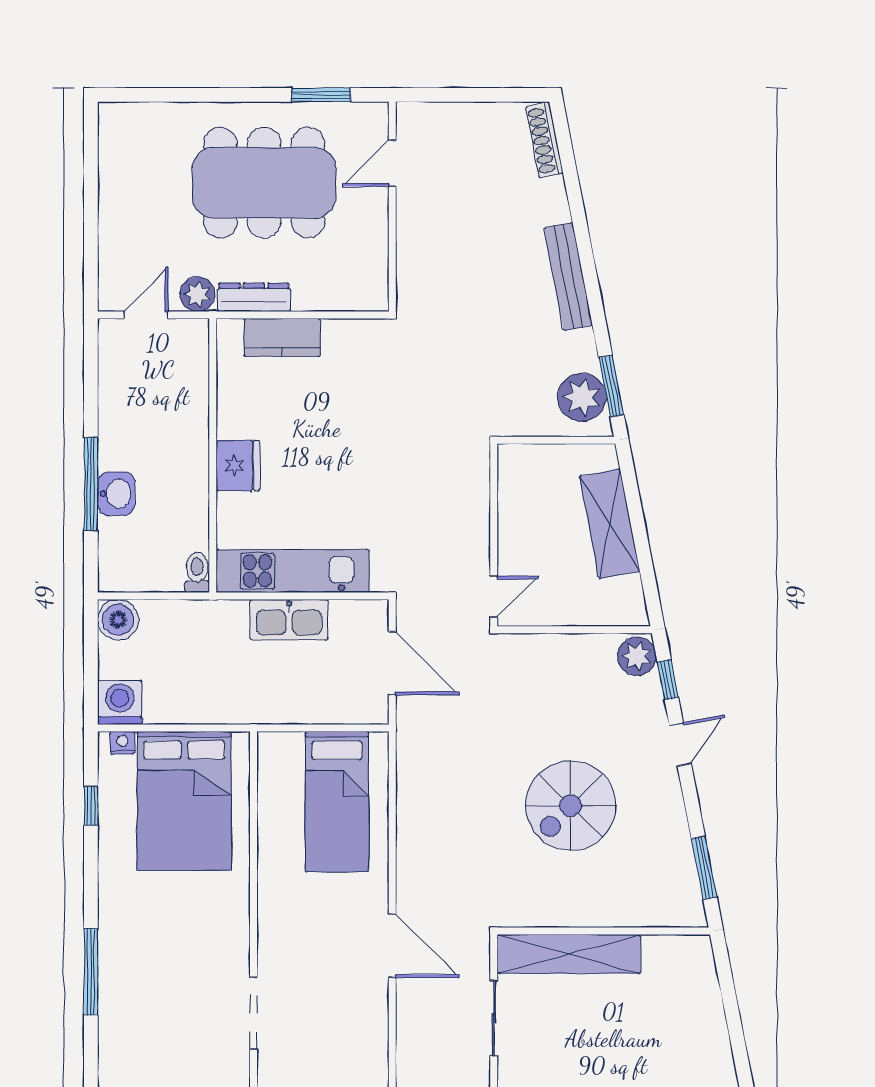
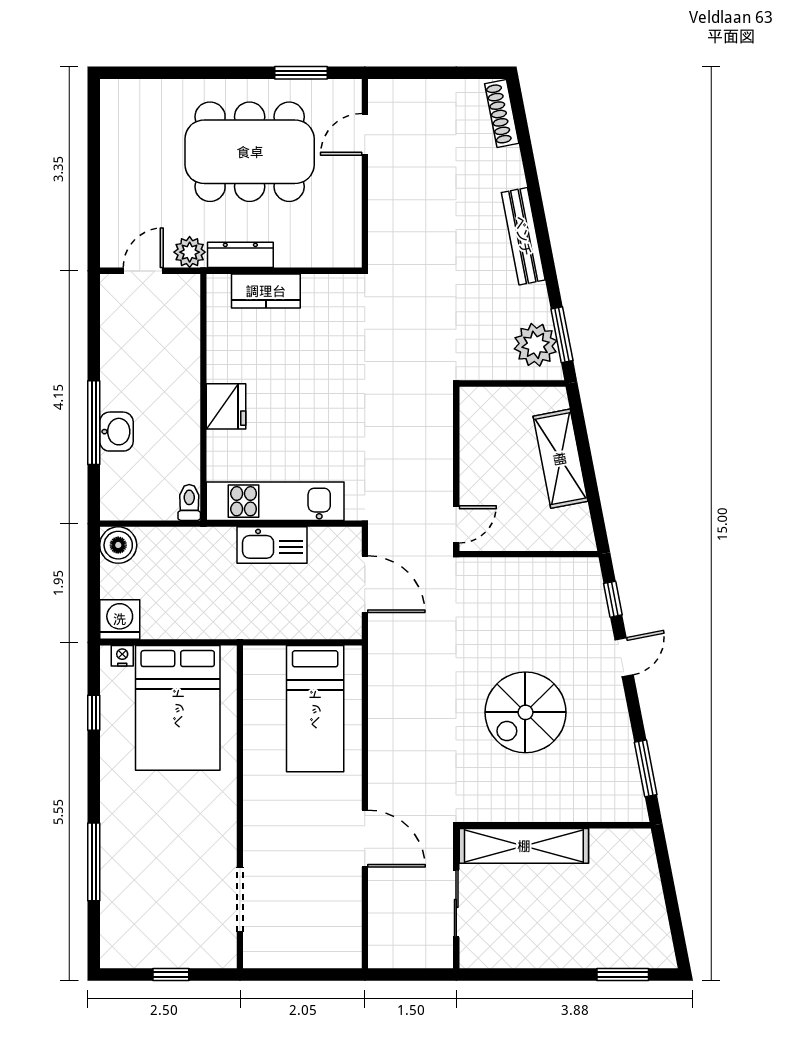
plant: (637, 656) -> (585, 578), removed

